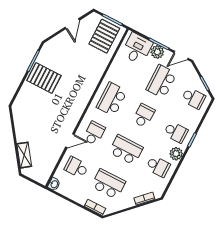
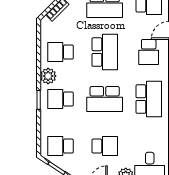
school desk: (161, 81) -> (105, 146), width x0.54
school desk: (144, 116) -> (105, 99), width x1.85
school desk: (126, 150) -> (105, 52), turned -90

